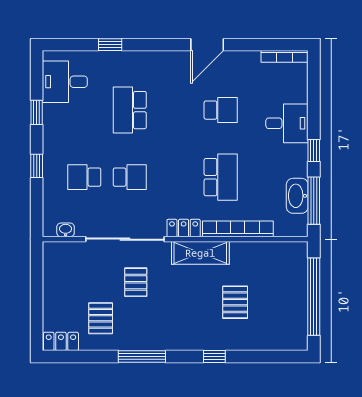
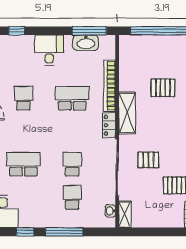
school desk: (130, 110) -> (23, 164), turned 180
desk: (287, 123) -> (49, 50), moved
window: (314, 150) -> (17, 31), moved
window: (37, 166) -> (64, 232), width x2.17
school desk: (84, 177) -> (72, 197), turned 180
shelving: (61, 250) -> (125, 214), added

